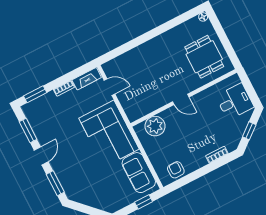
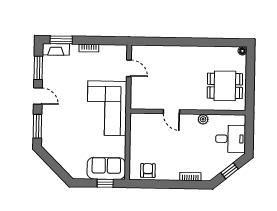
dining table: (204, 57) -> (225, 86), turned 90
fireplace: (87, 79) -> (56, 49), moved
door: (181, 99) -> (171, 112), moved
plant: (155, 126) -> (203, 119), moved, width x0.53, depth x0.53
door: (41, 156) -> (38, 96), hinge flipped
sofa: (139, 173) -> (106, 168), moved, turned 90

